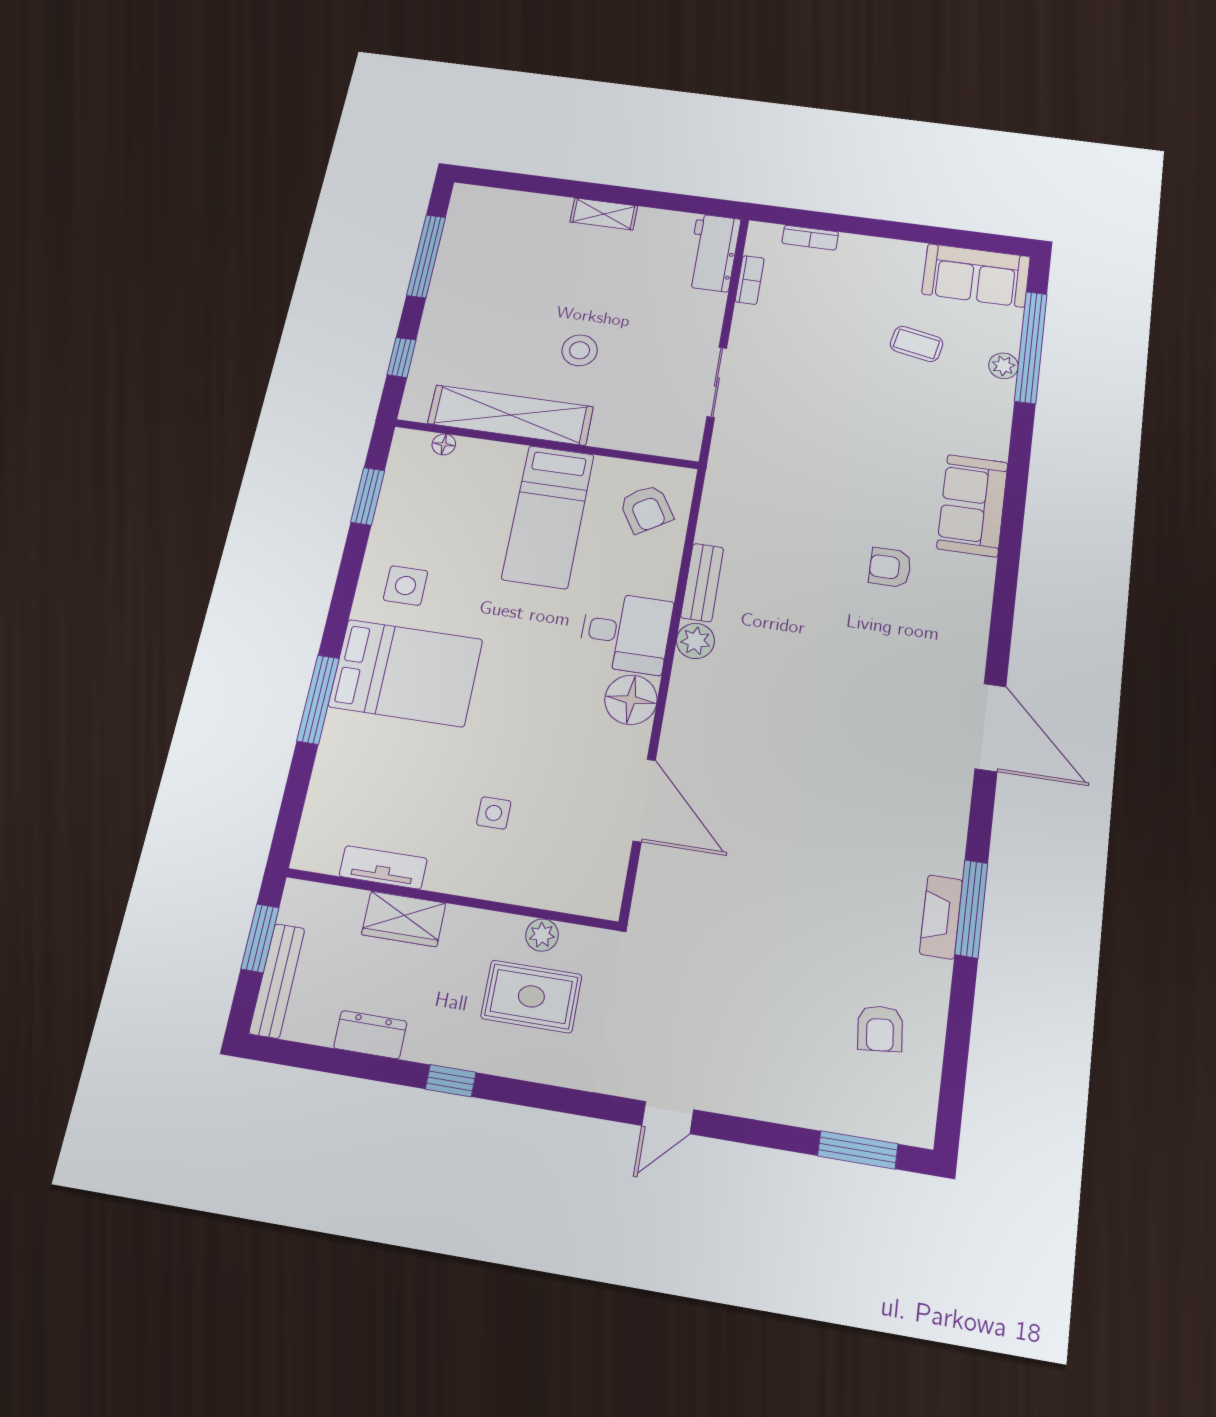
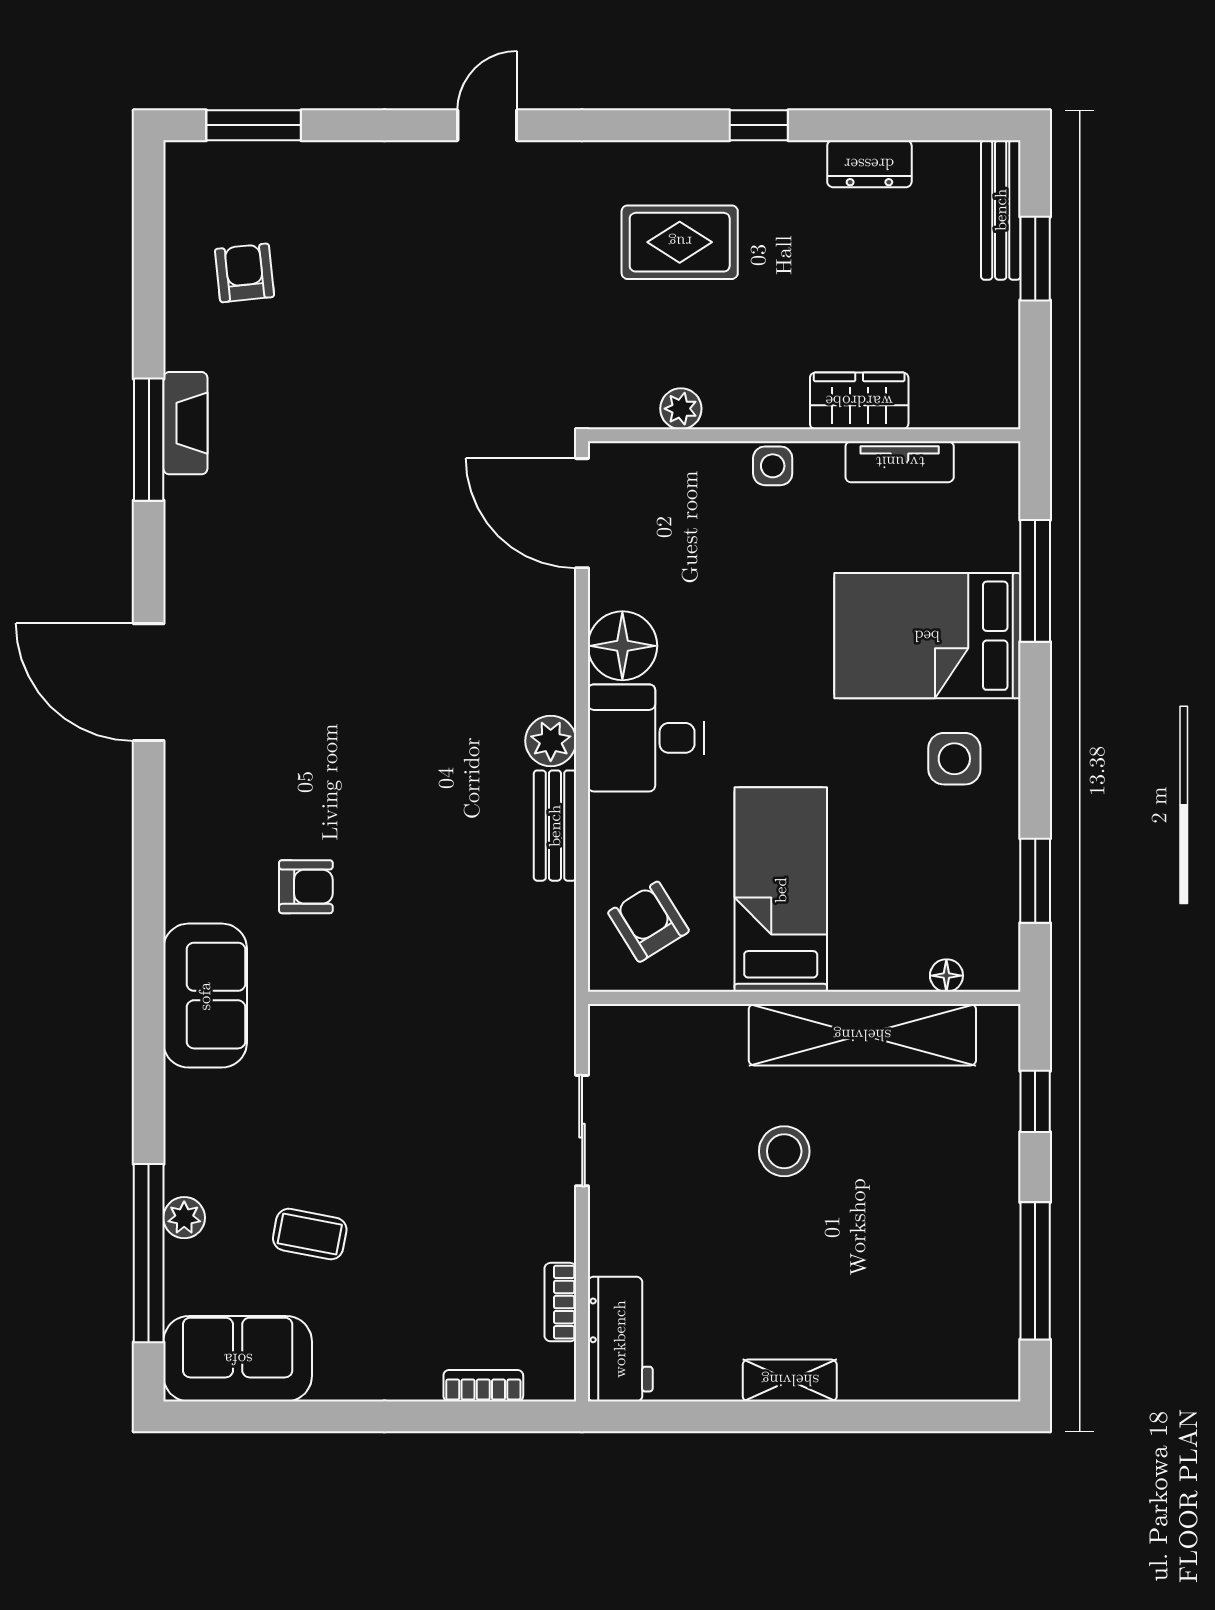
tv unit: (383, 867) -> (900, 462), moved
wall: (451, 899) -> (804, 435), moved
wardrobe: (404, 919) -> (859, 401), moved
plant: (542, 935) -> (681, 409), moved

